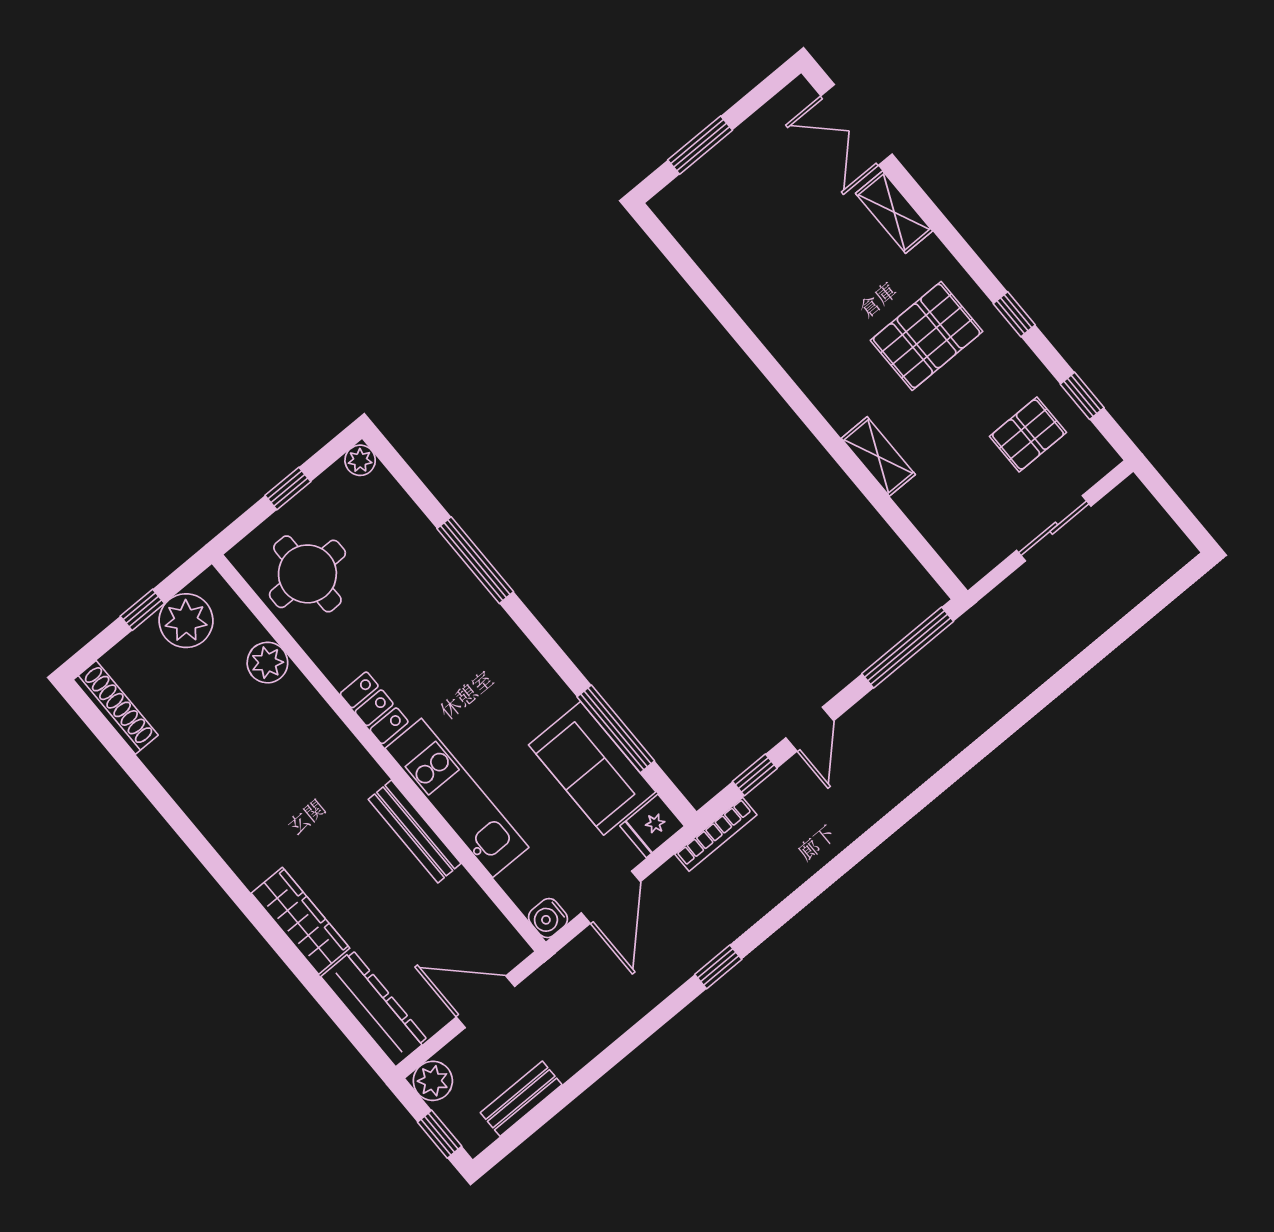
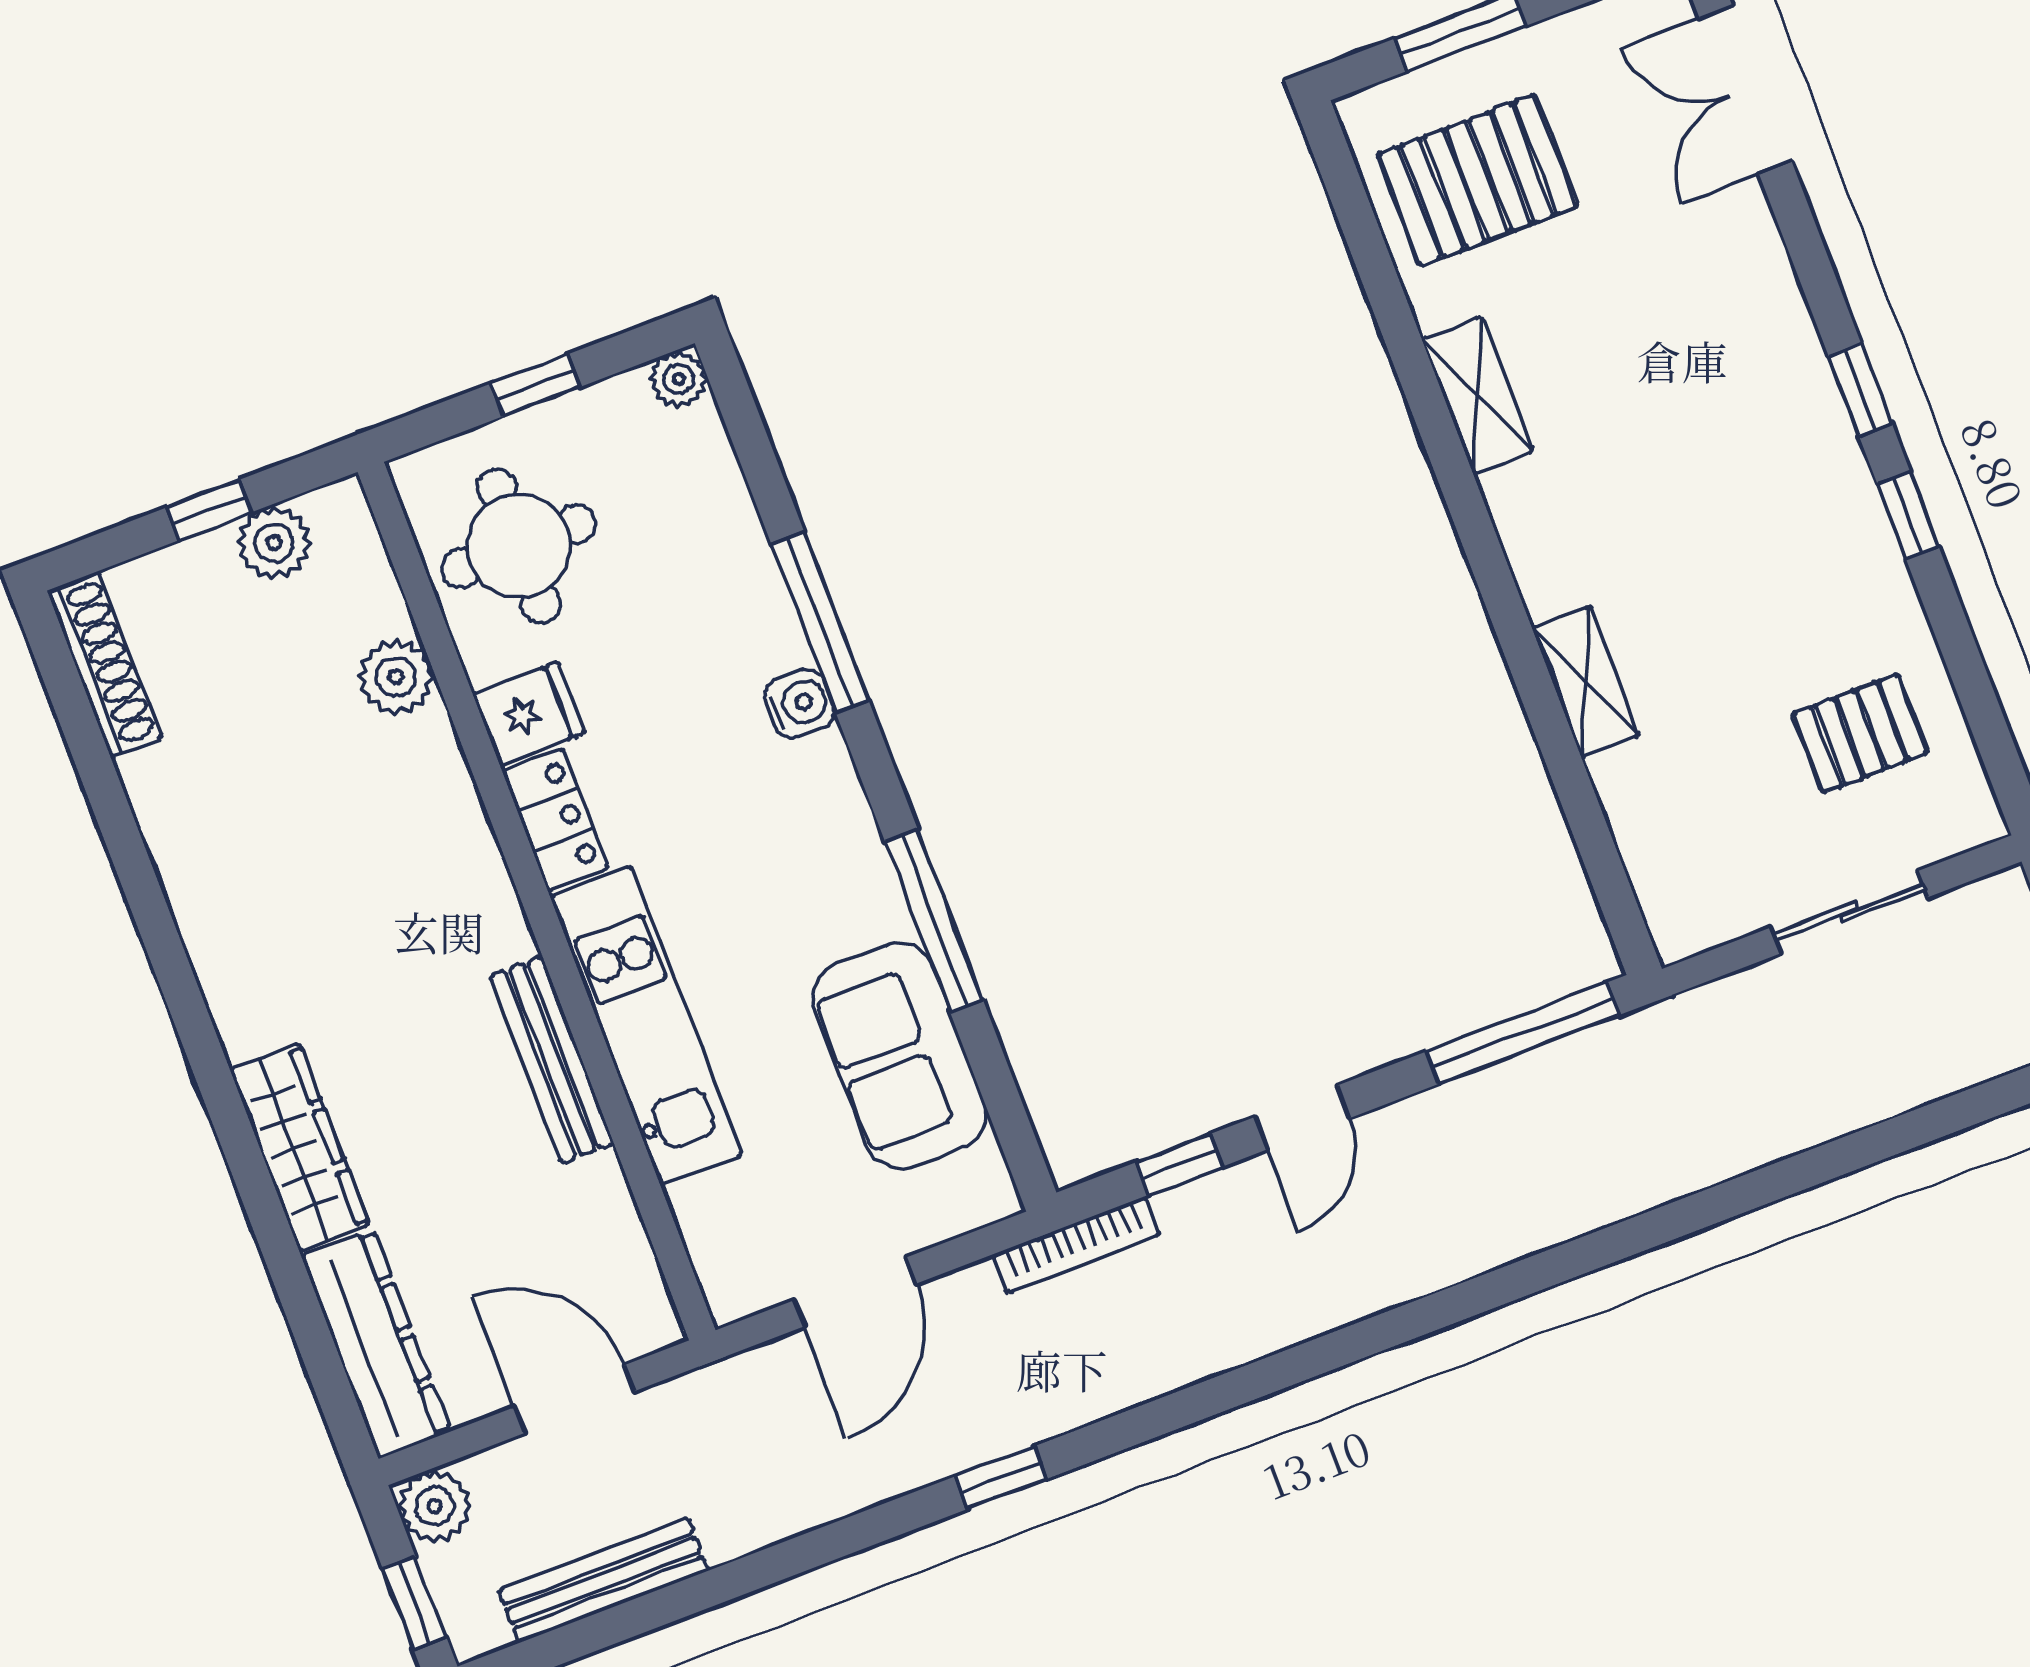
shelving: (894, 212) -> (1477, 395), moved
pallet: (927, 336) -> (1477, 180), moved
window: (1082, 396) -> (1860, 390), moved
plant: (186, 621) -> (274, 543), width x0.73, depth x0.73
window: (616, 729) -> (934, 920), moved
fridge: (652, 826) -> (529, 713), moved, turned 180
water cooler: (548, 918) -> (799, 704), moved, turned 180
bench: (521, 1099) -> (604, 1580), width x1.36

